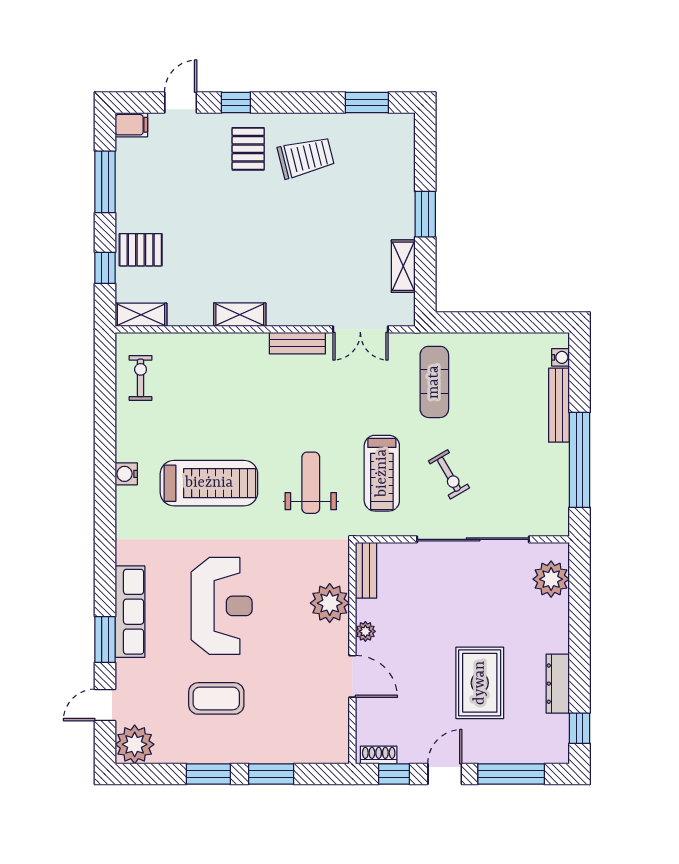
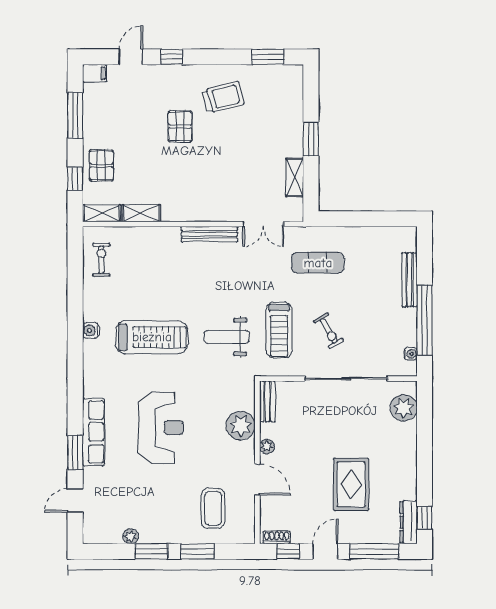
pallet: (248, 149) -> (180, 126), moved
pallet: (141, 250) -> (101, 165), turned 90
shelving: (240, 315) -> (141, 213), moved
bench: (297, 343) -> (209, 234), width x1.36
water cooler: (560, 357) -> (411, 354), moved
exercise mat: (434, 382) -> (318, 263), turned 90
weight bench: (311, 483) -> (227, 337), turned -90
dresser: (558, 684) -> (409, 522), moved
coffee table: (216, 698) -> (213, 508), moved, turned 90
plant: (135, 744) -> (131, 536), moved, width x0.53, depth x0.53

